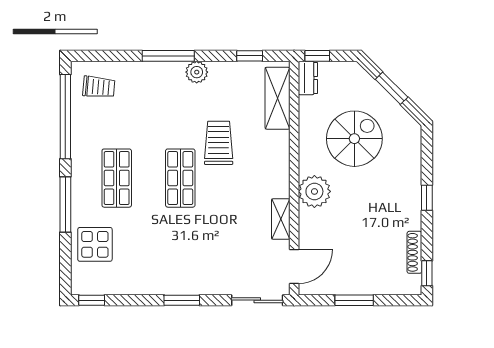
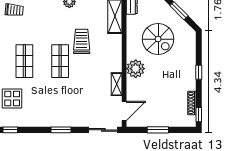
spiral stairs: (354, 139) -> (158, 39), turned 90

